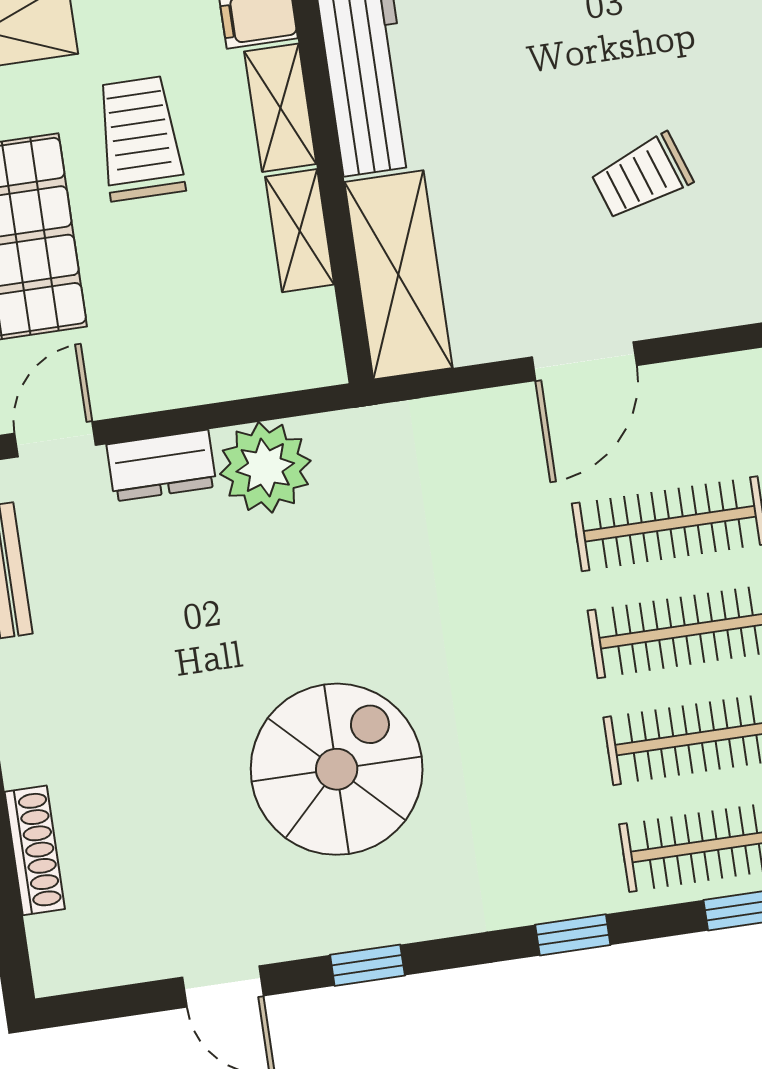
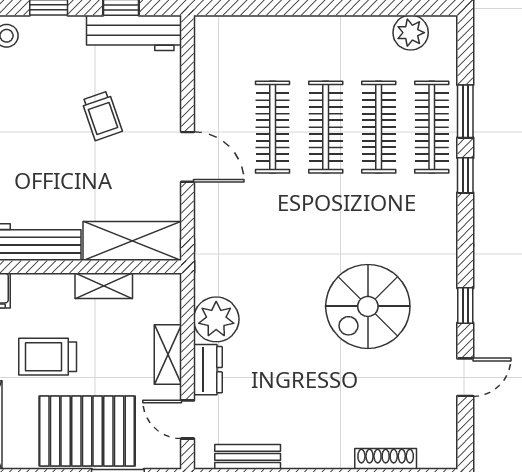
shelving: (280, 108) -> (168, 355), moved, turned 90
spiral stairs: (337, 769) -> (368, 306), turned -90
window: (573, 935) -> (465, 175), moved

